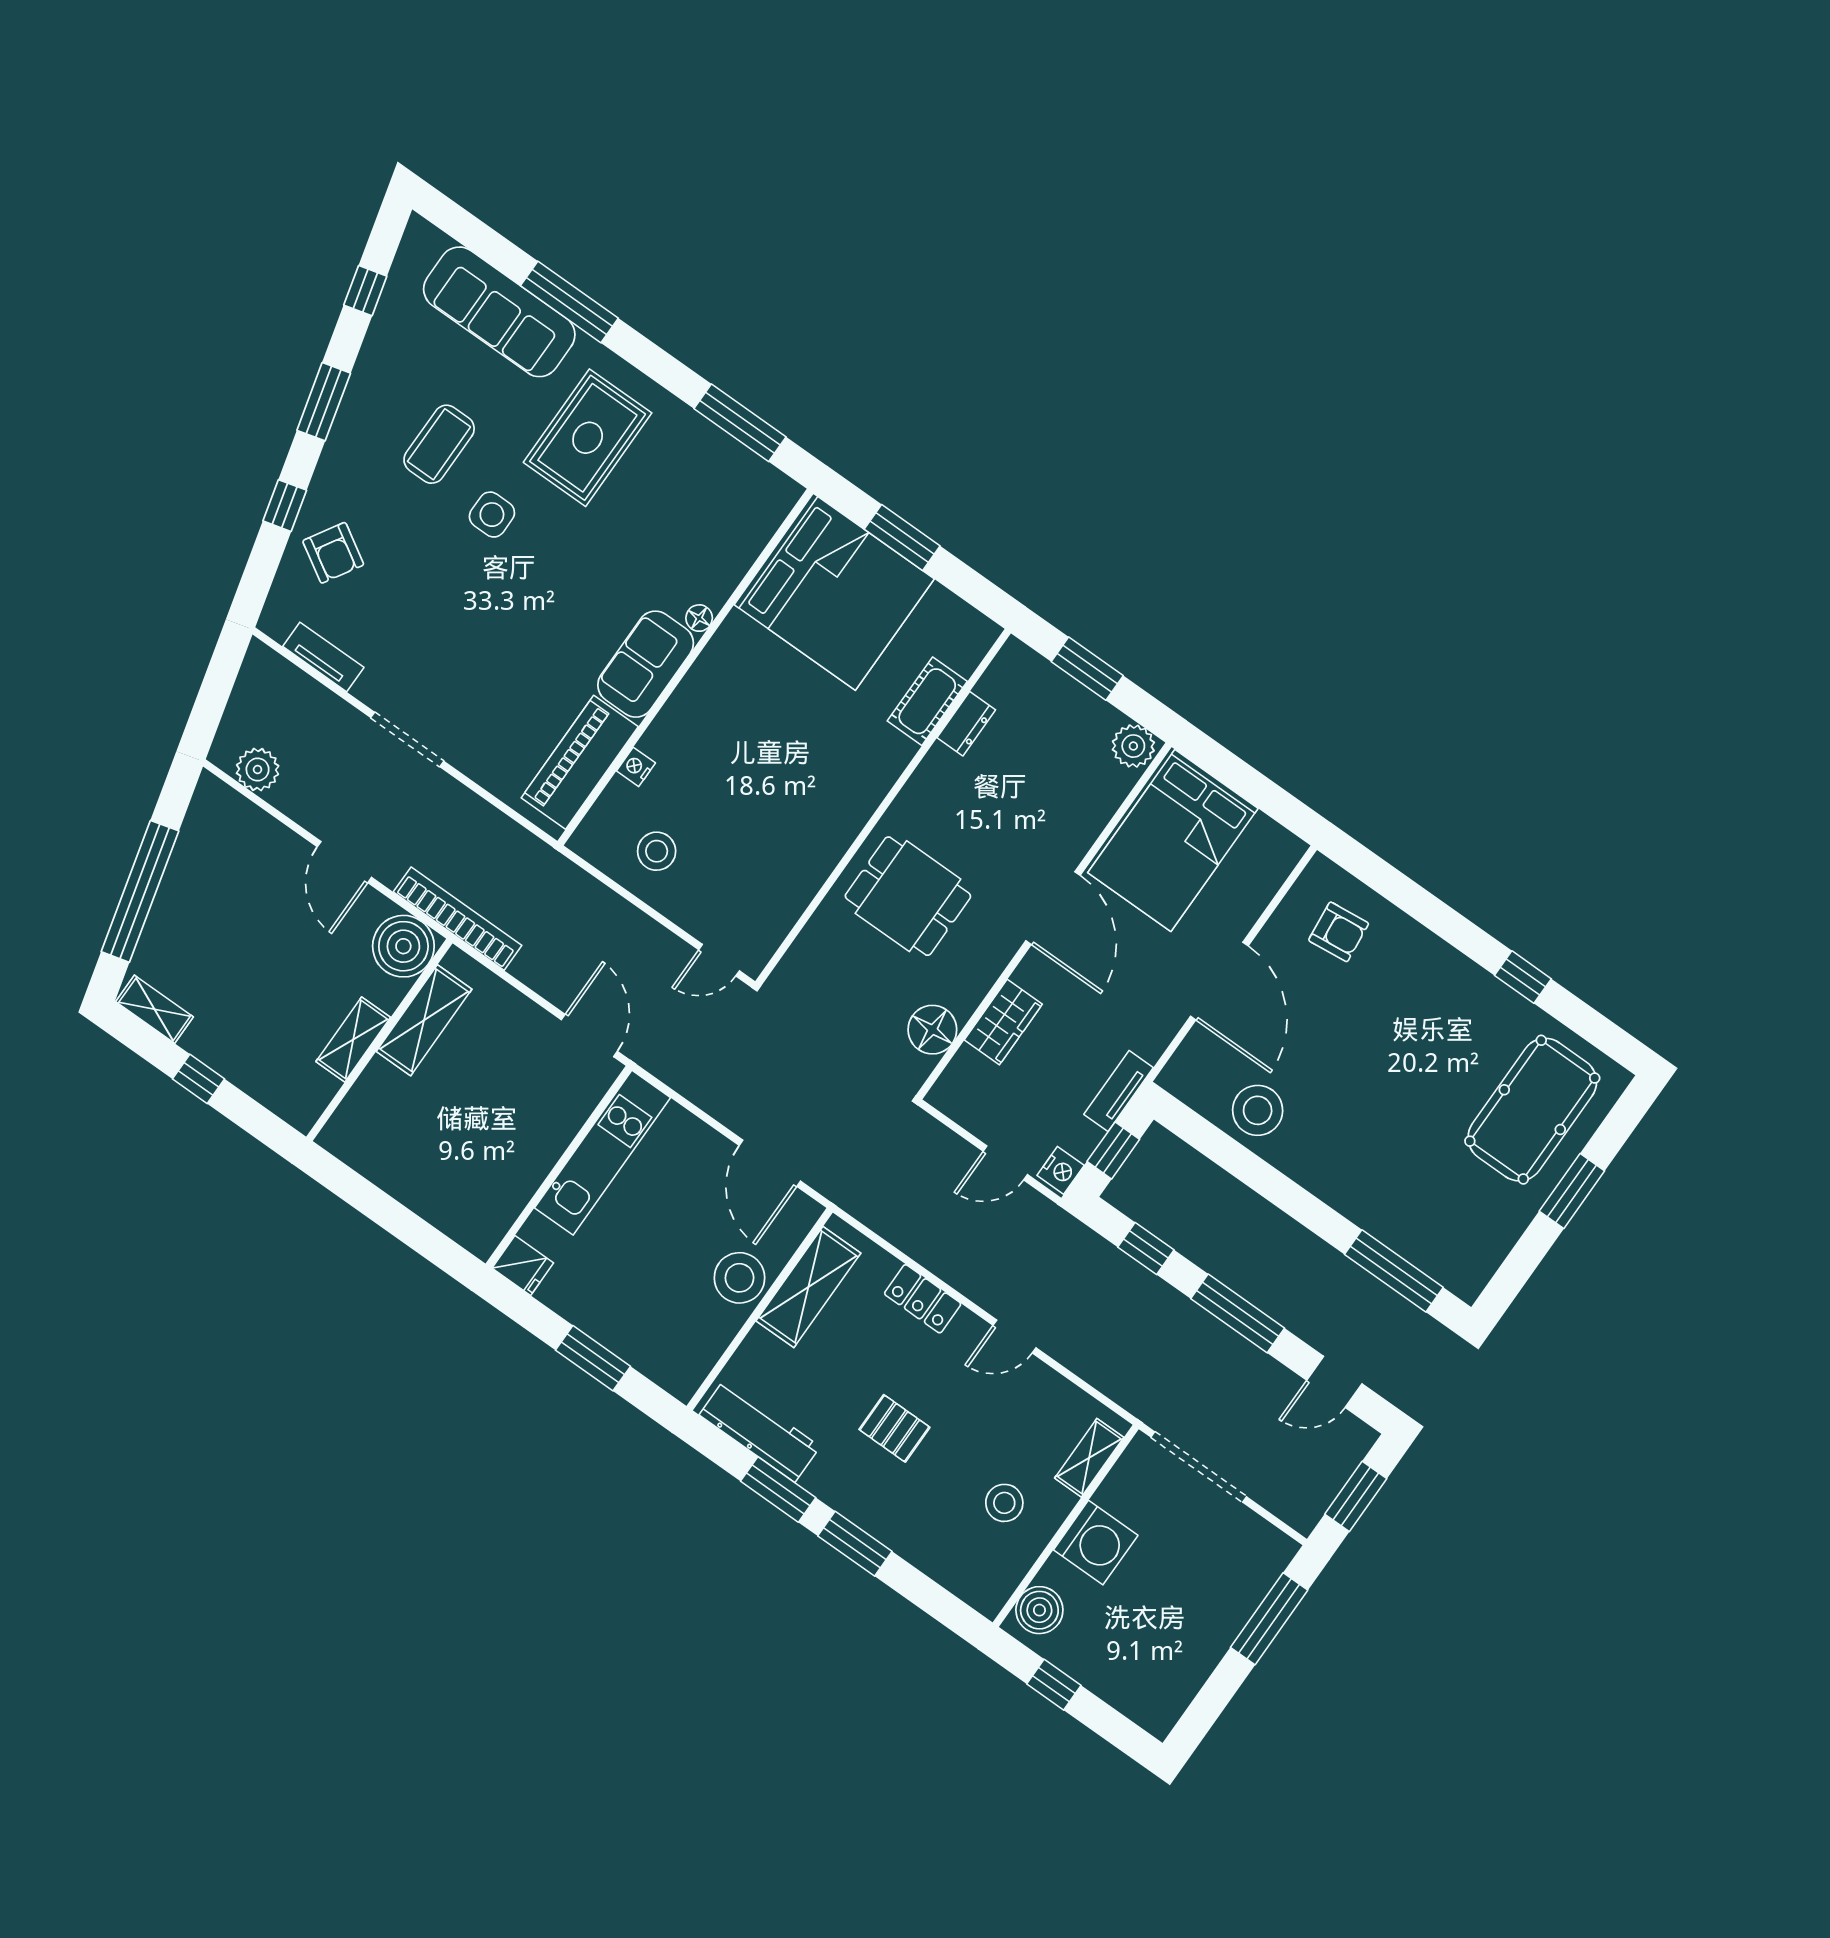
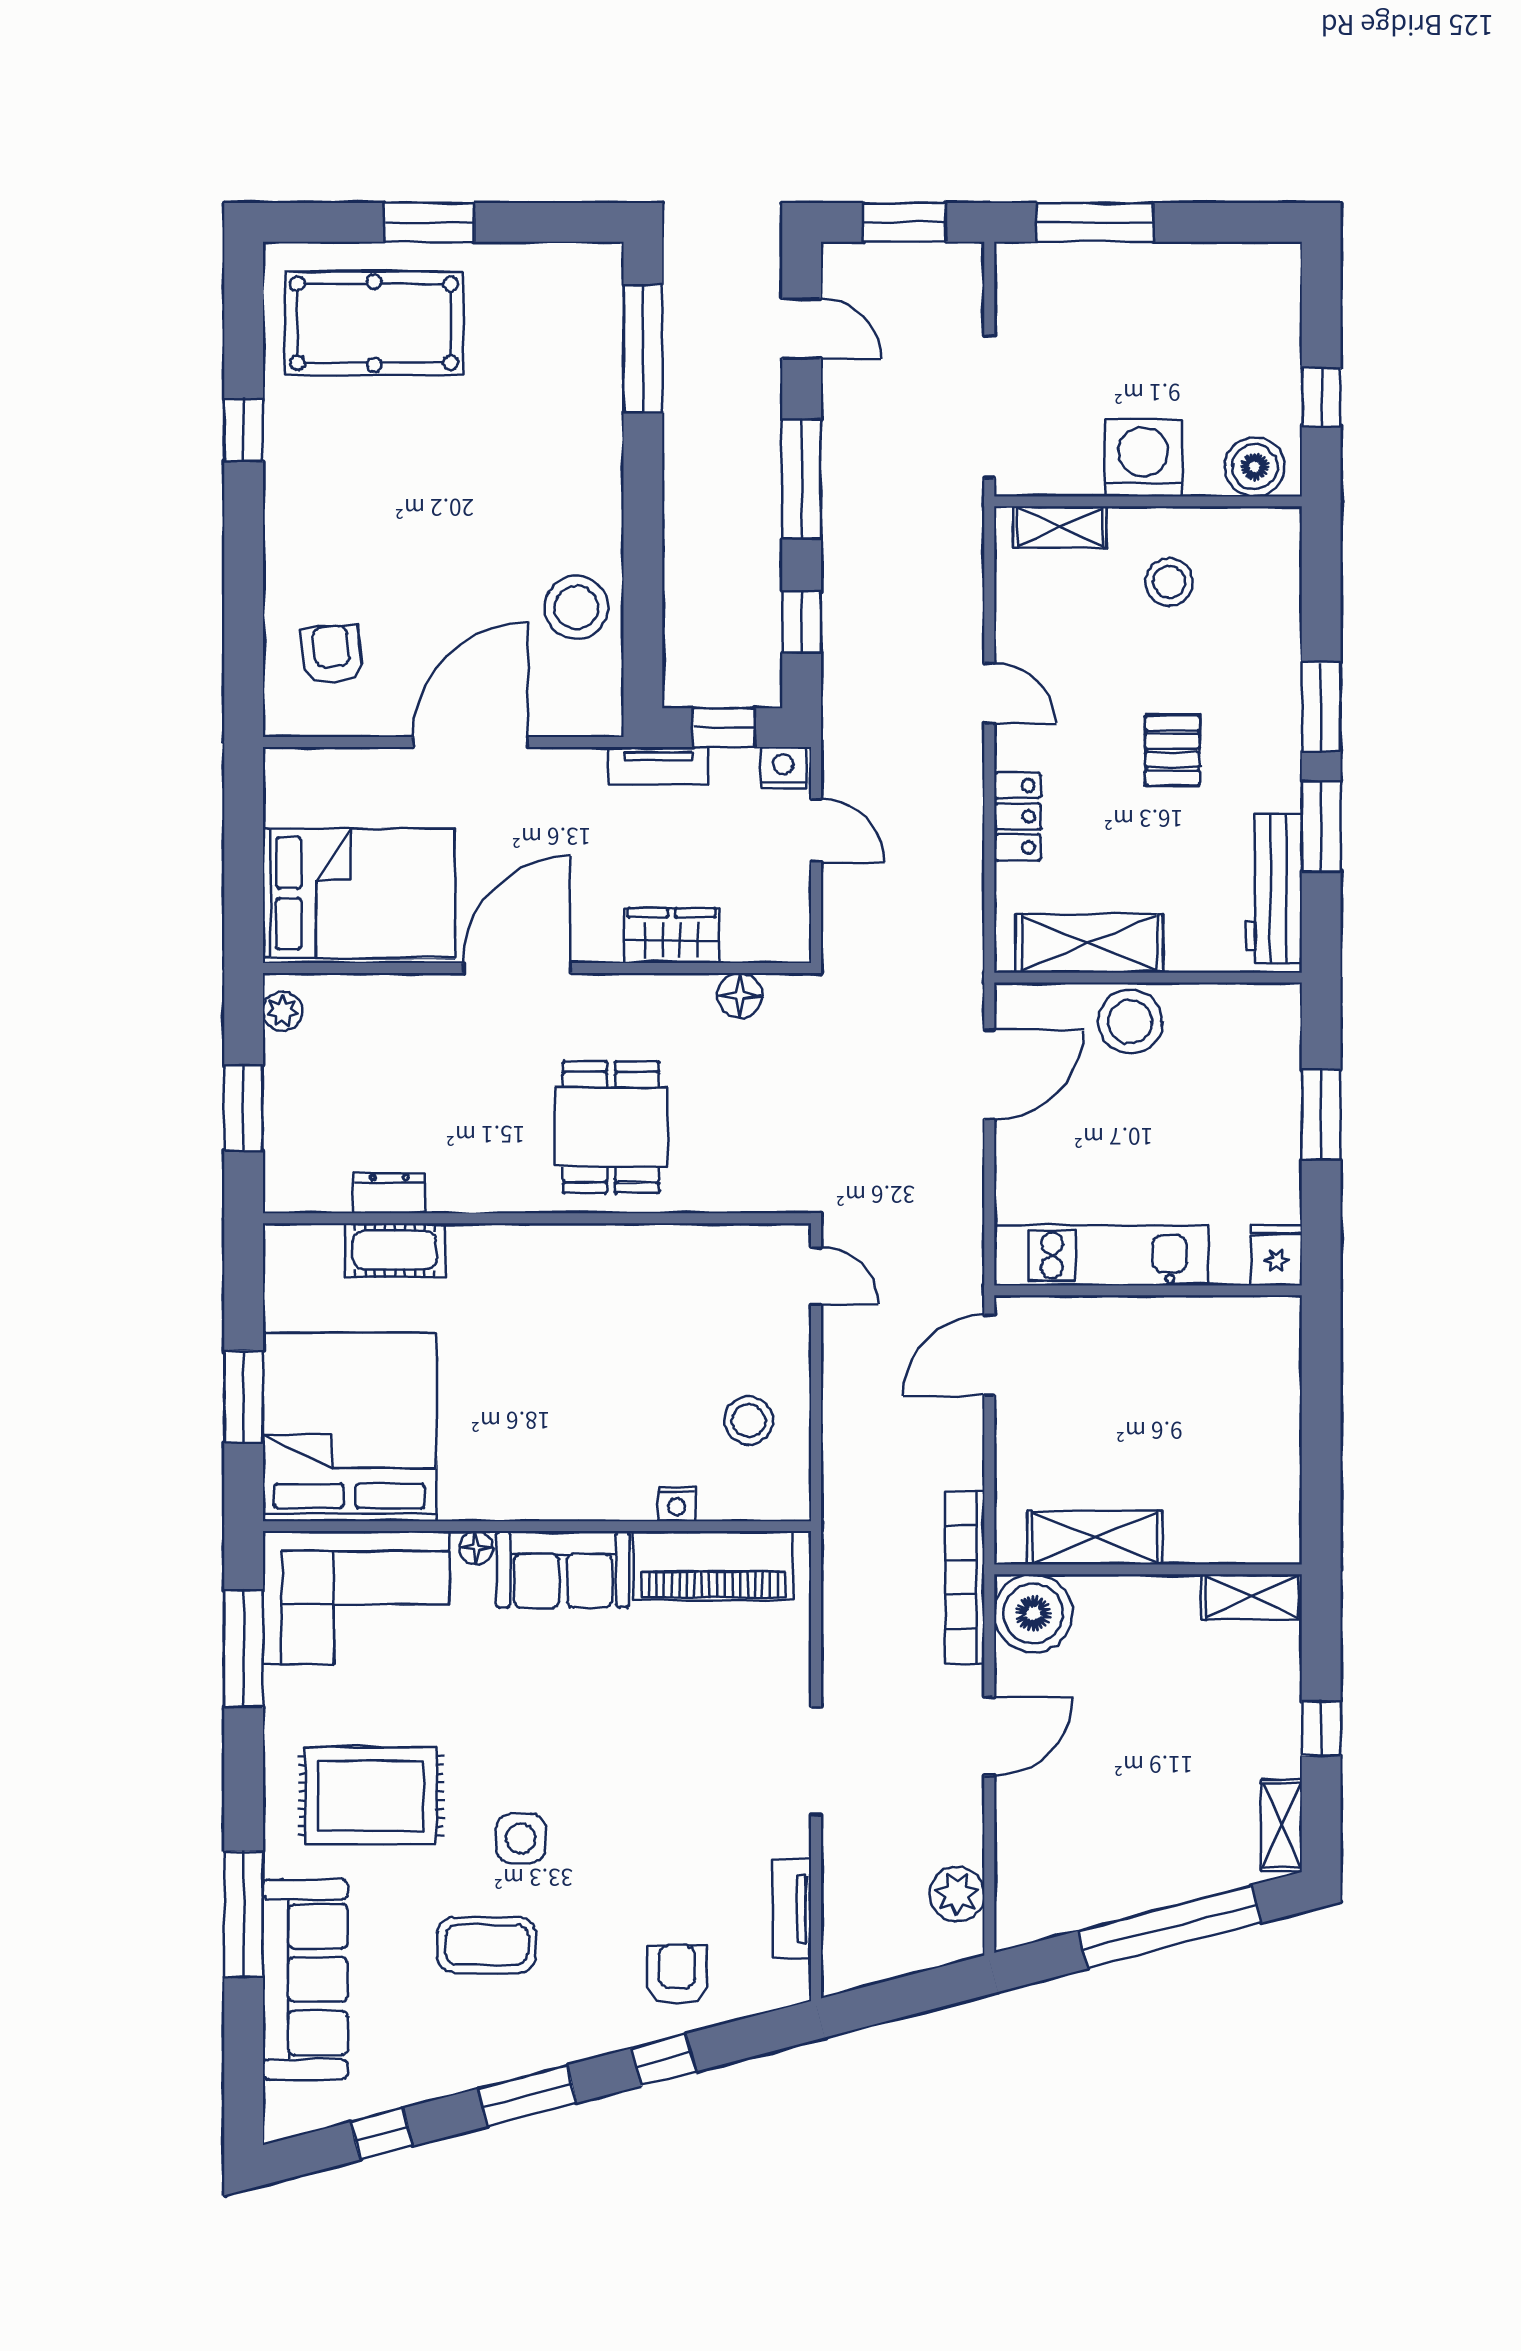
corner sofa: (722, 518) -> (356, 1597), added
armchair: (333, 553) -> (677, 1975), turned -31
plant: (1133, 746) -> (283, 1011), width x0.73, depth x0.73
floor lamp: (932, 1030) -> (740, 995), width x0.73, depth x0.73
shelving: (353, 1040) -> (1252, 1597), moved

